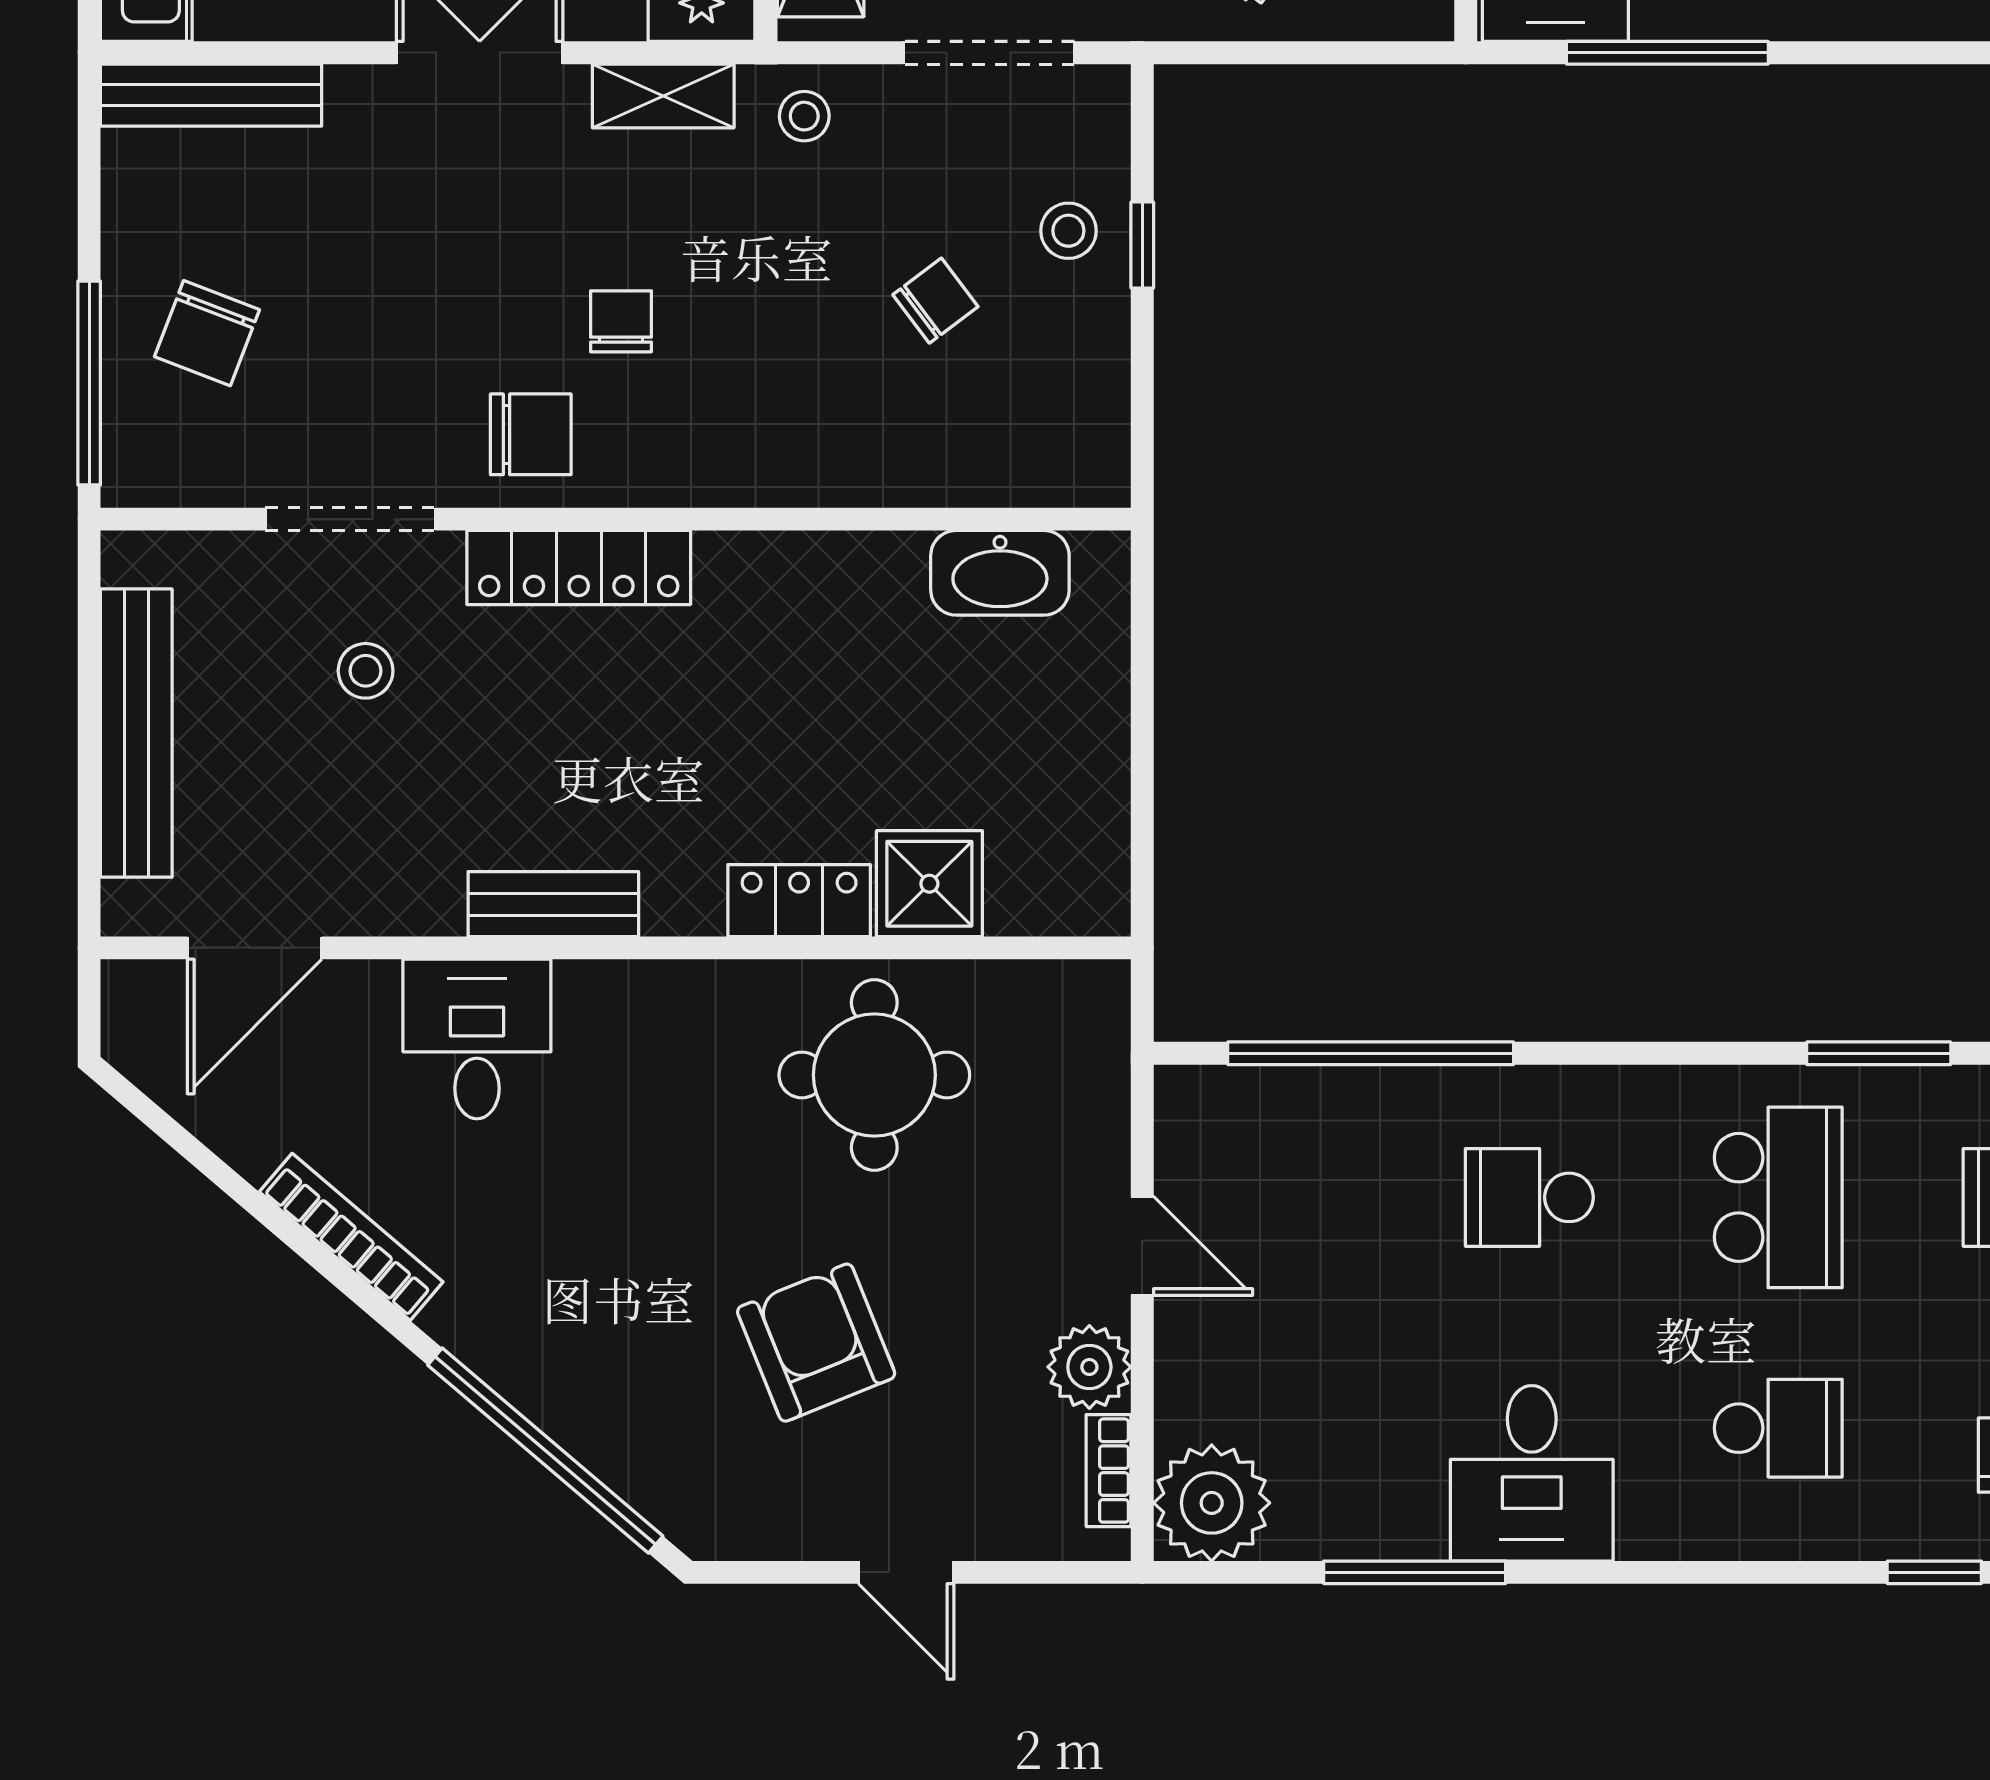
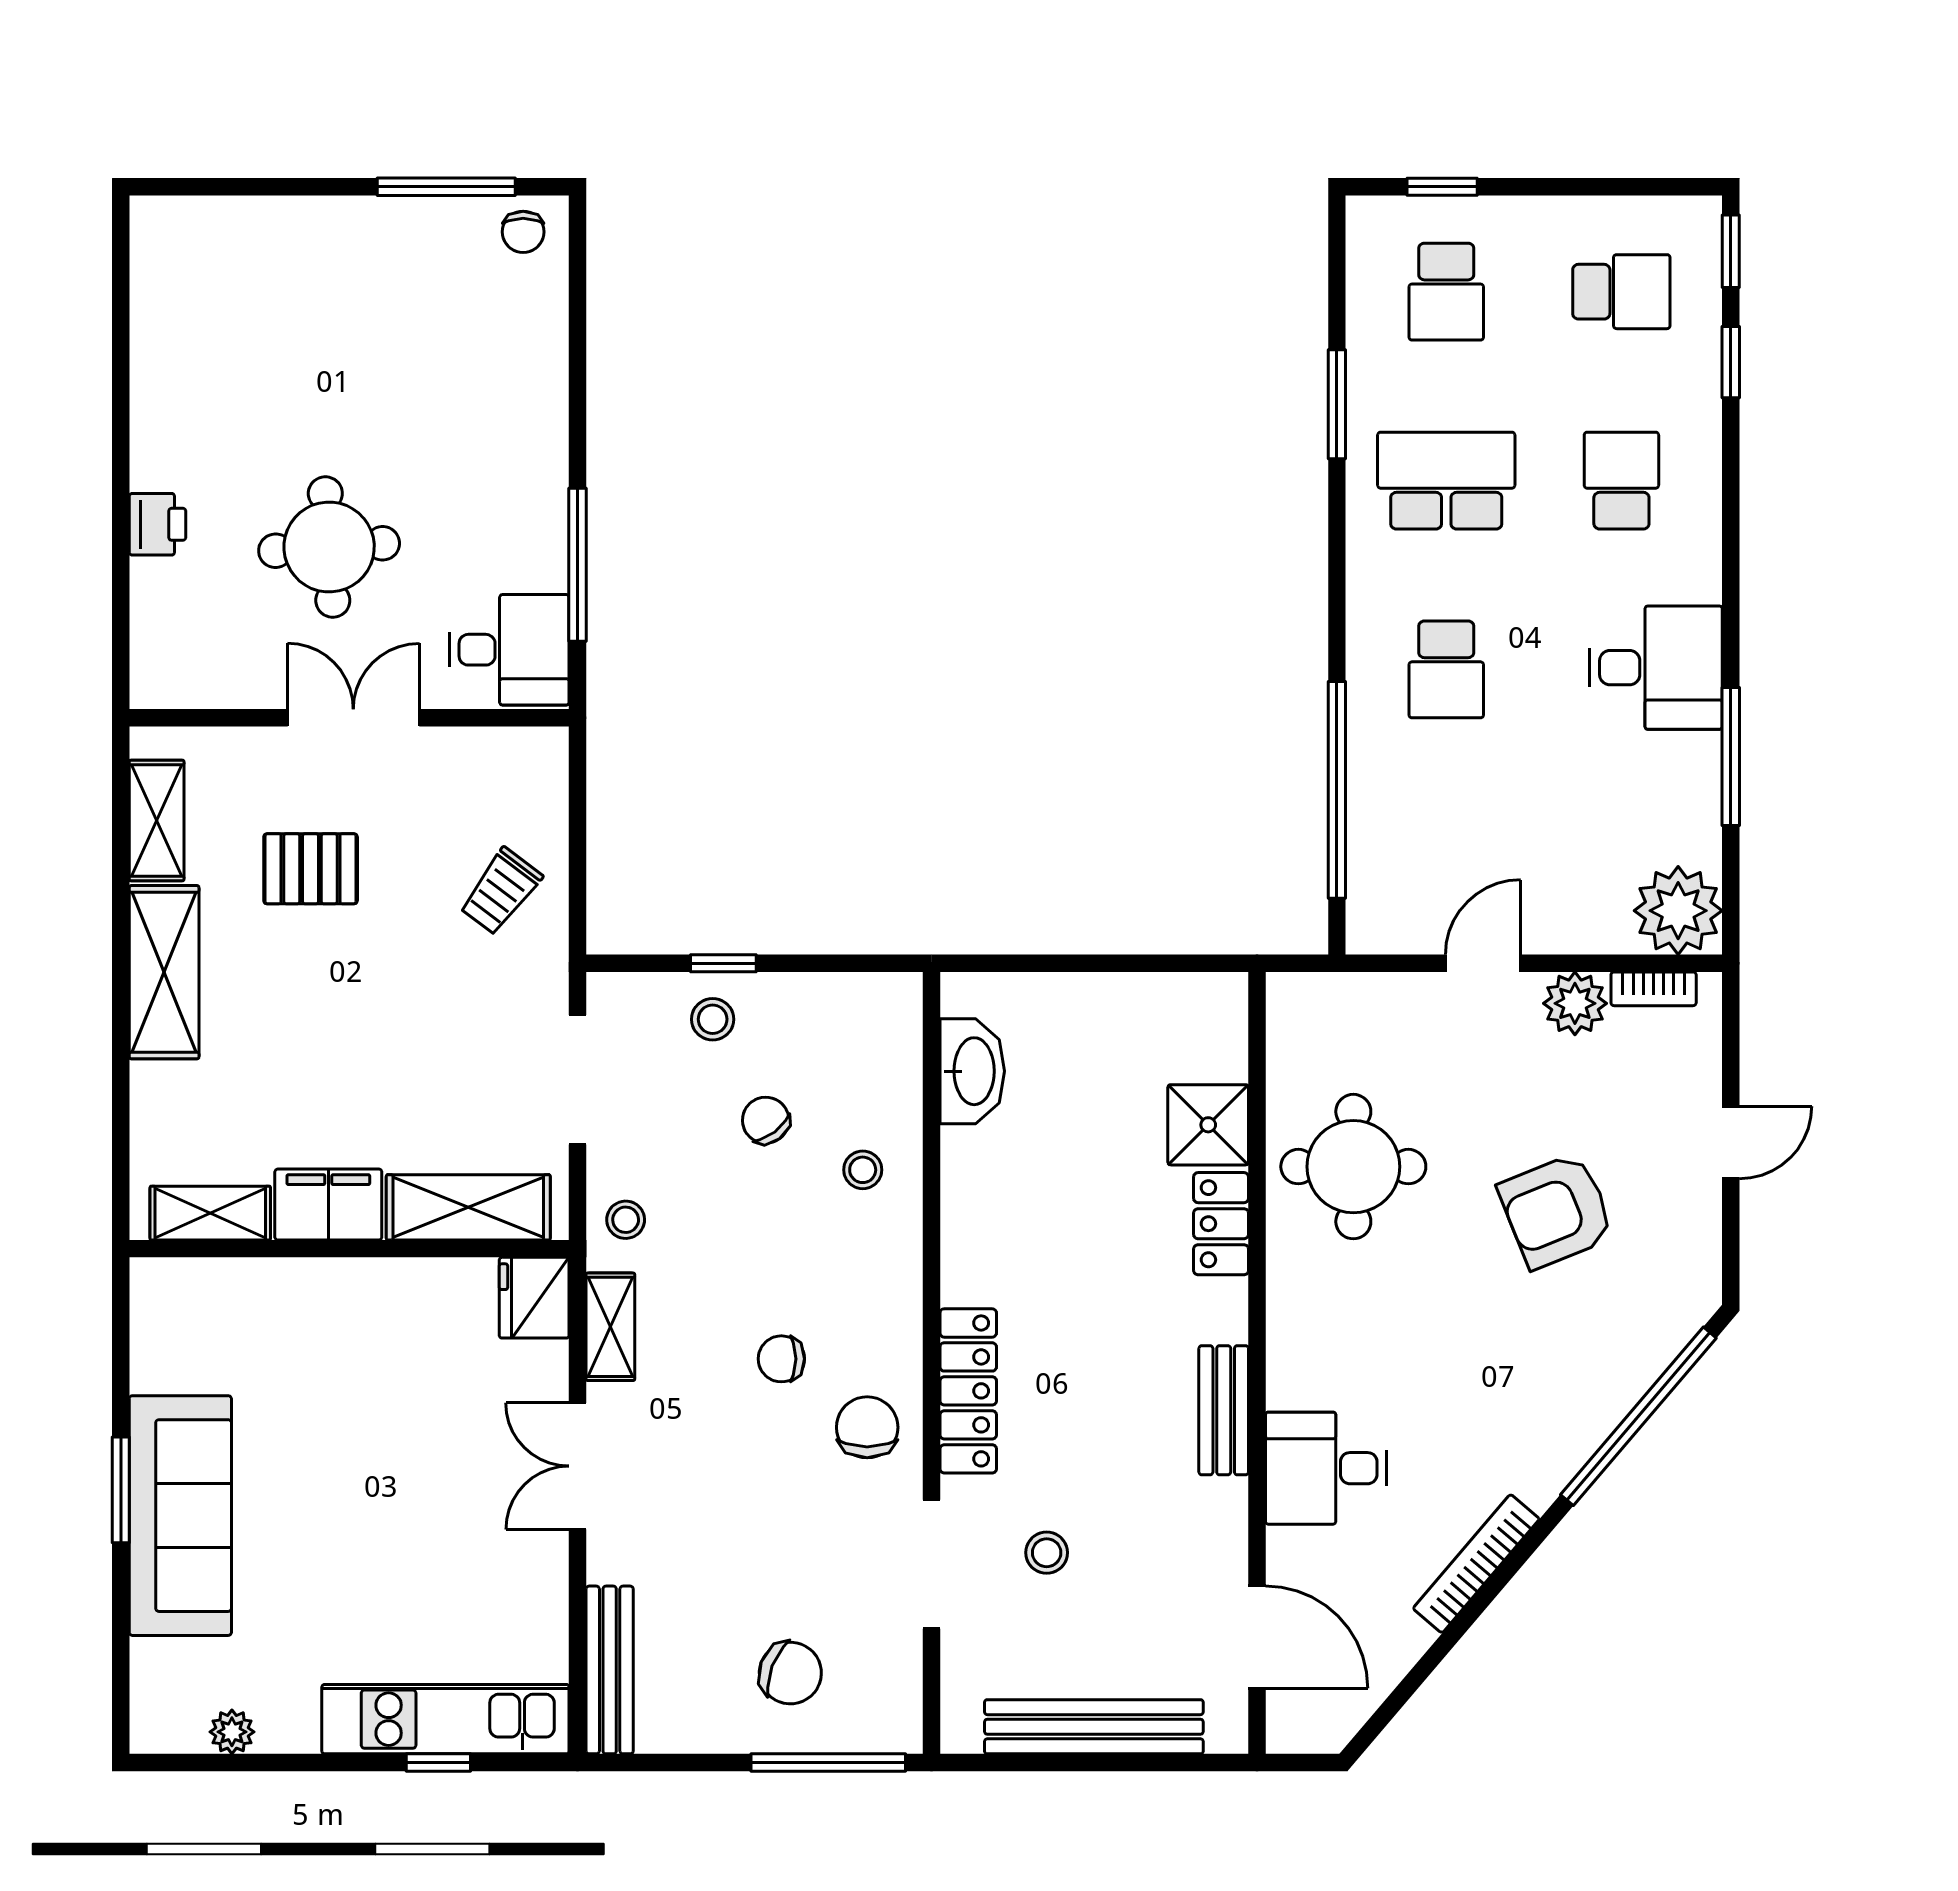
stool: (870, 429) -> (863, 1170), added

